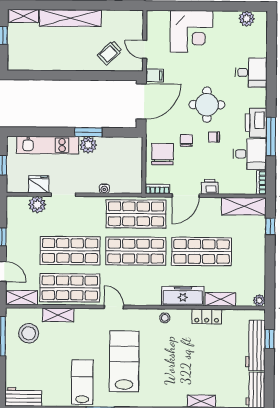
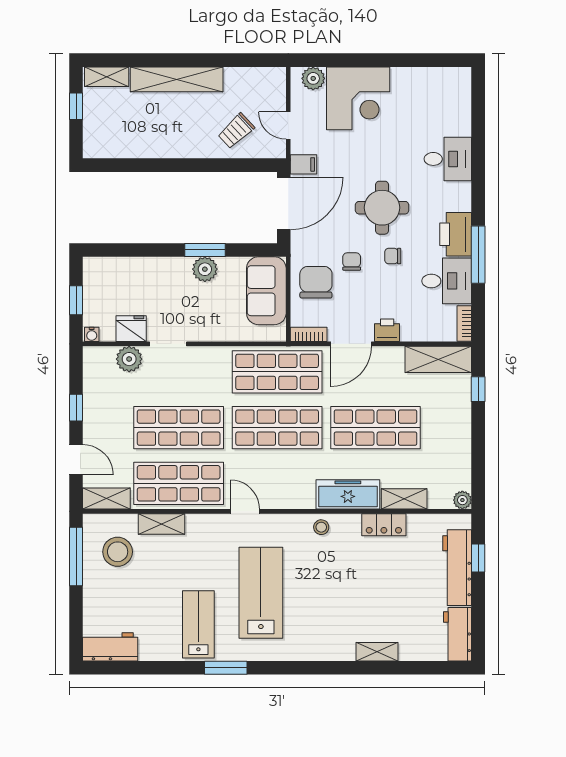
plant: (247, 19) -> (313, 78), moved
kitchen unit: (48, 145) -> (144, 270), removed
sofa: (129, 160) -> (266, 291), added
water cooler: (104, 189) -> (92, 334), moved

